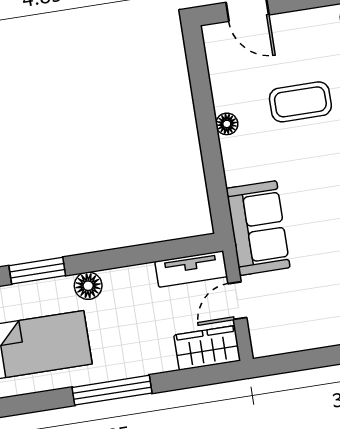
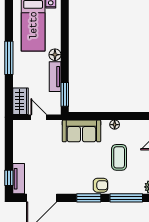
sofa: (258, 228) -> (81, 131), moved
tv unit: (191, 269) -> (55, 77), moved
window: (37, 271) -> (65, 94), moved

